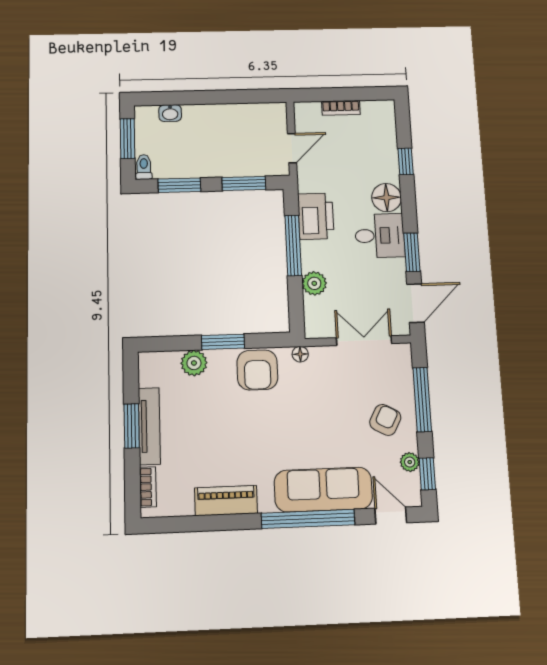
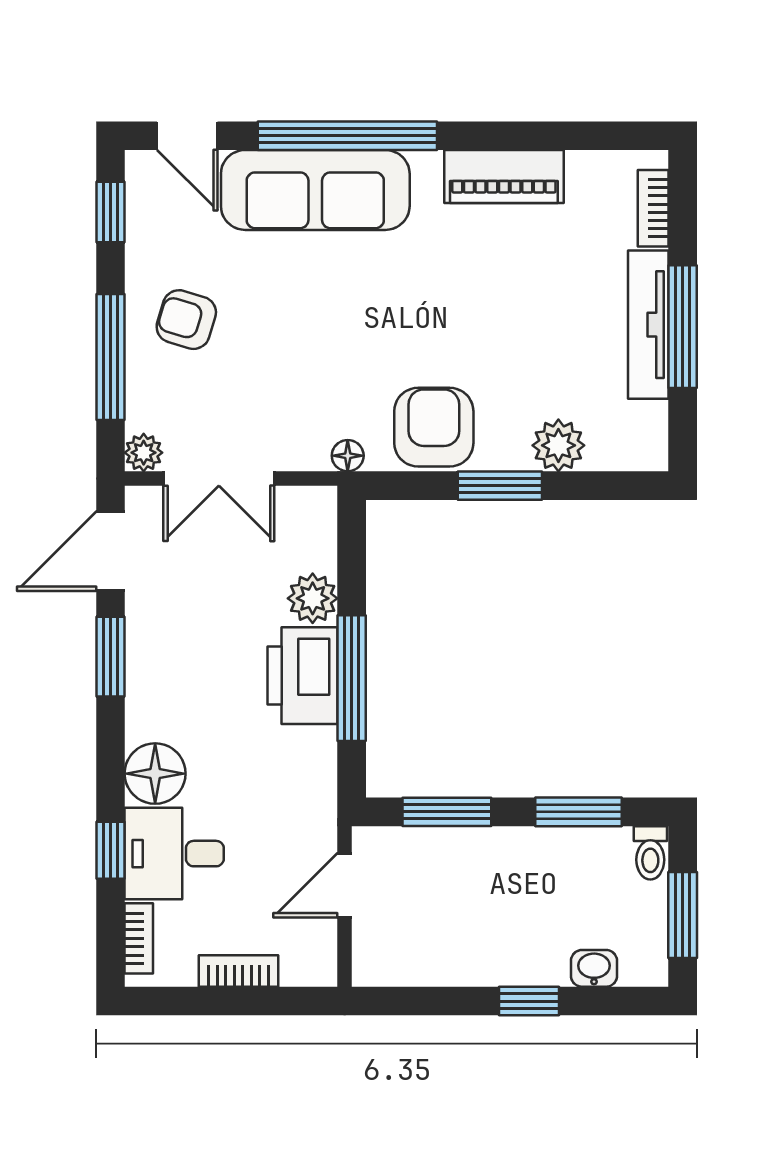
window: (201, 97) -> (529, 1001), added
bookcase: (389, 121) -> (139, 938), added
printer: (316, 216) -> (303, 676), moved
desk: (380, 236) -> (174, 854), moved
armchair: (385, 420) -> (186, 320), turned 79
window: (132, 426) -> (683, 327), width x1.44
plant: (410, 462) -> (144, 453), moved

